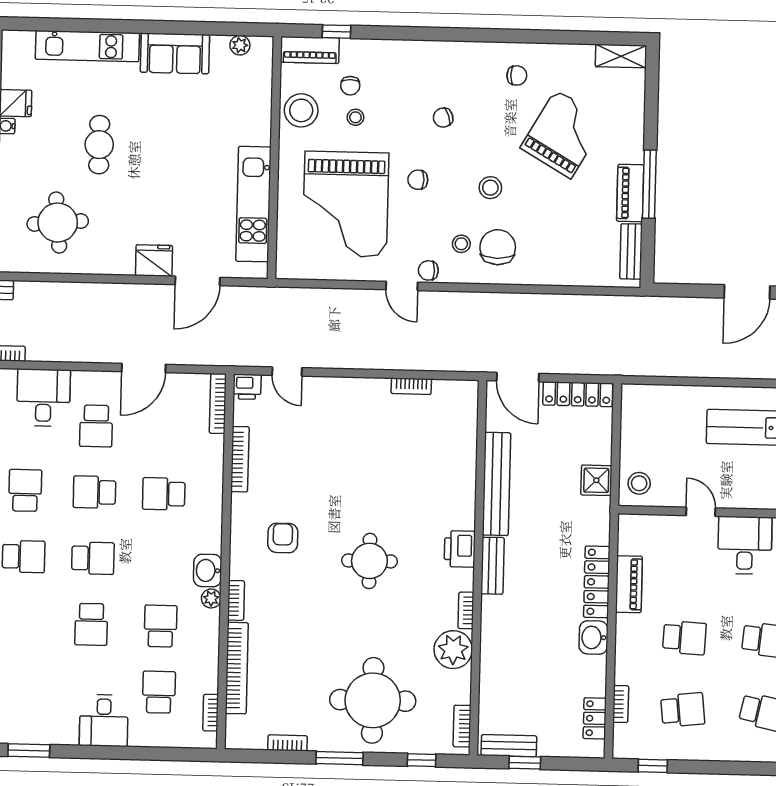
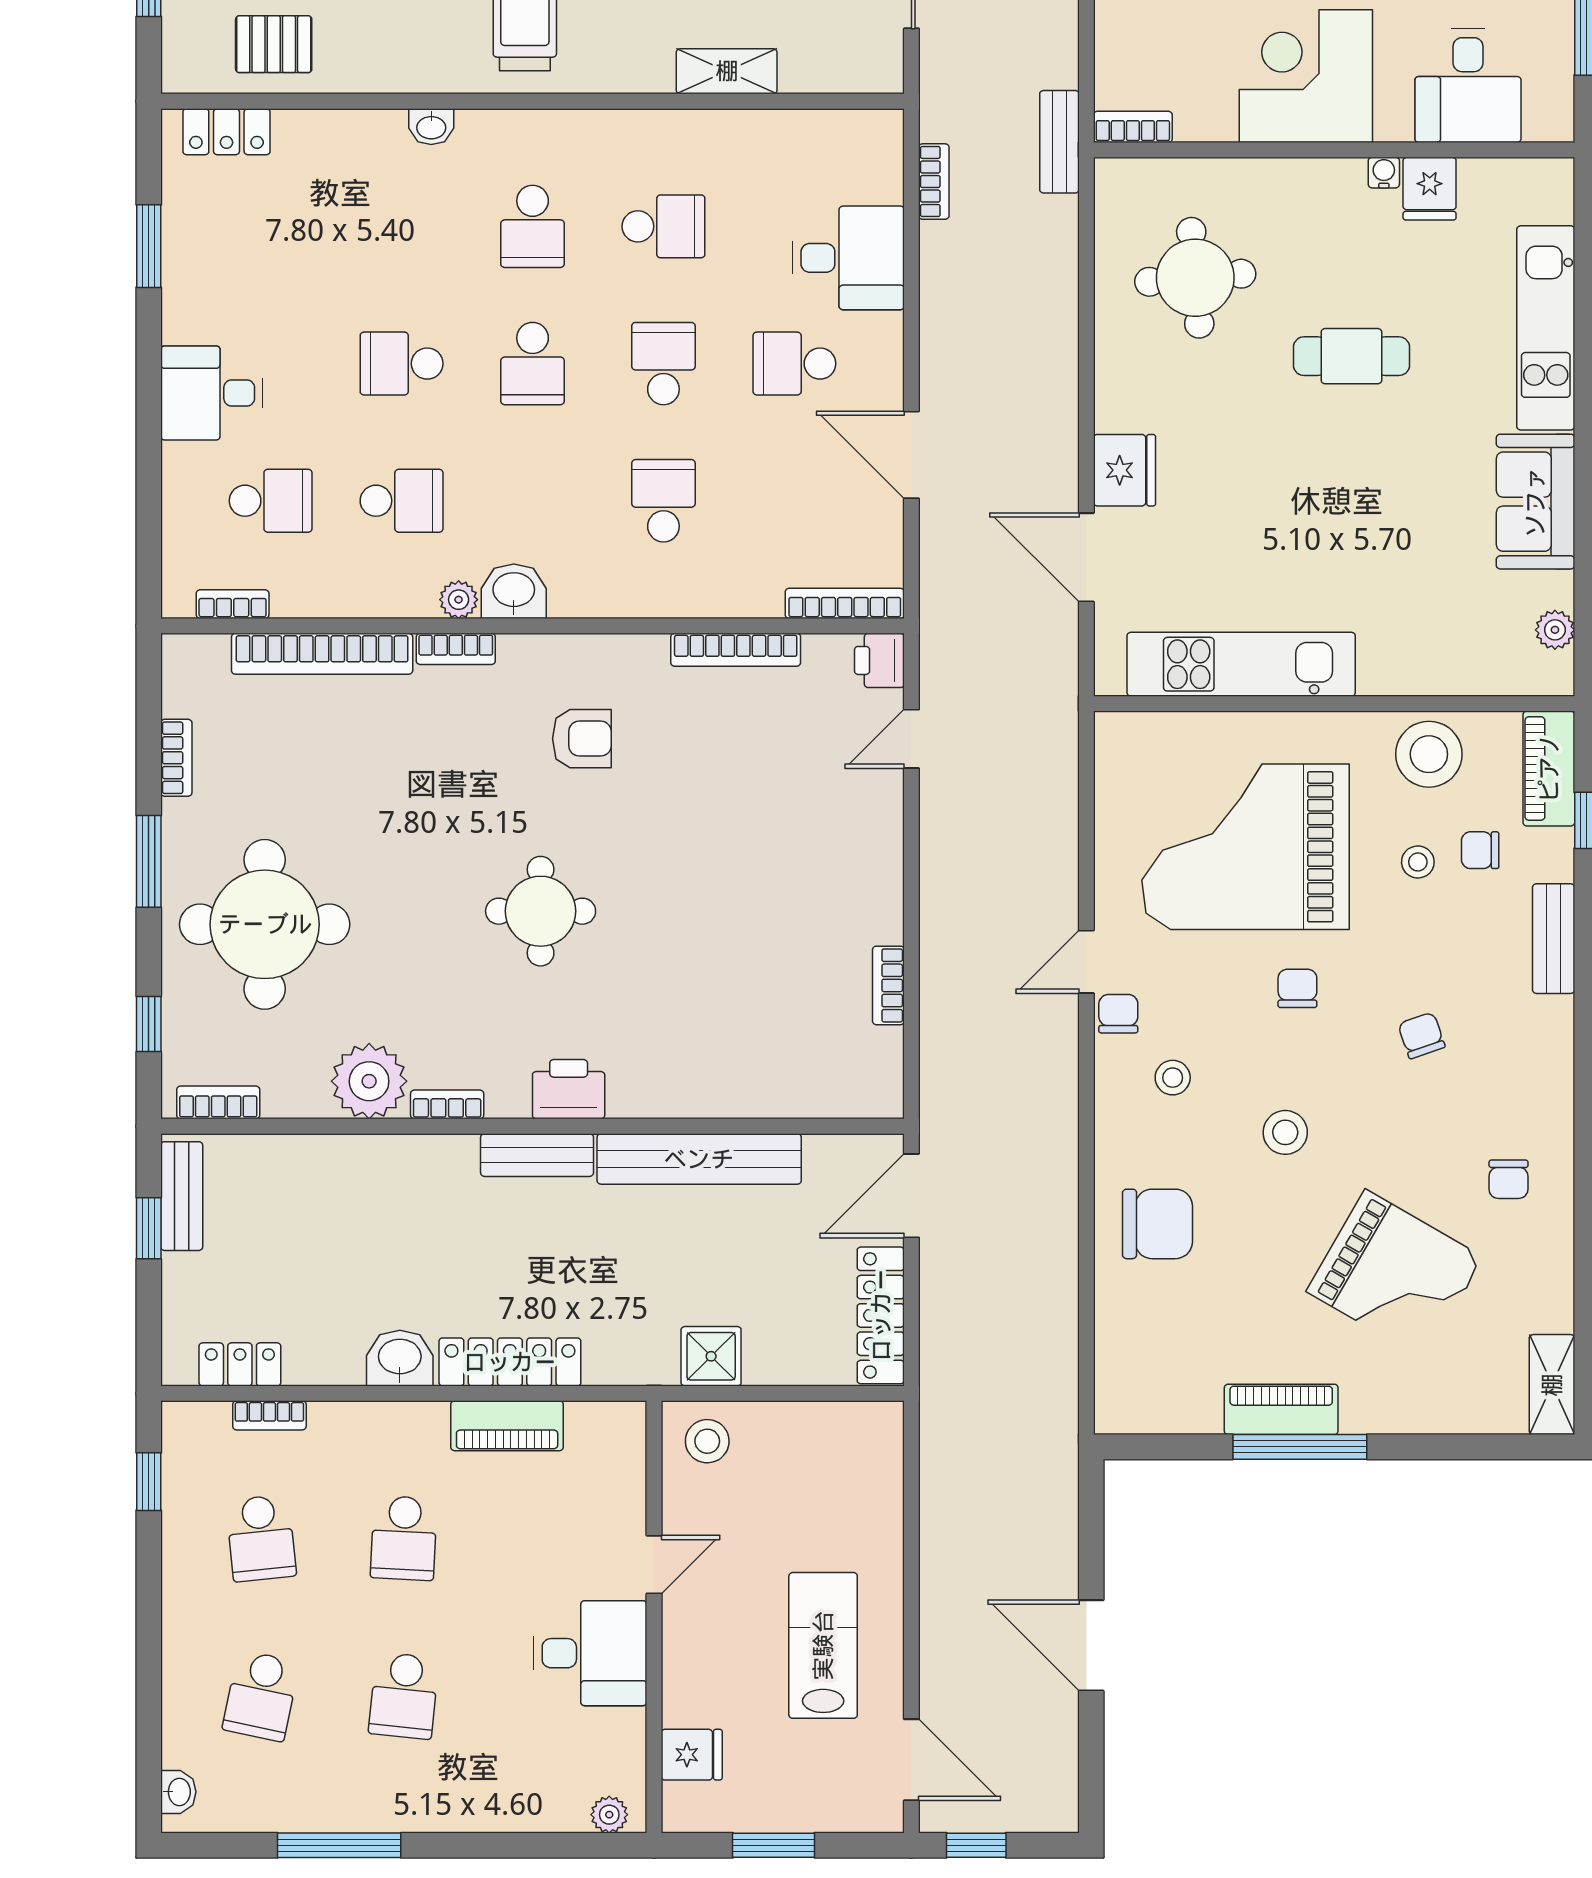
chair: (498, 247) -> (1157, 1224), moved
bench: (631, 251) -> (1554, 939), moved, turned 90

